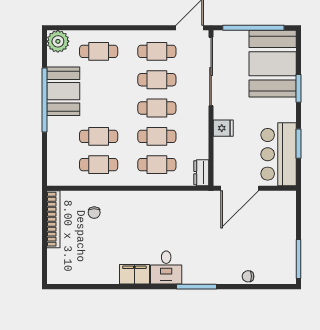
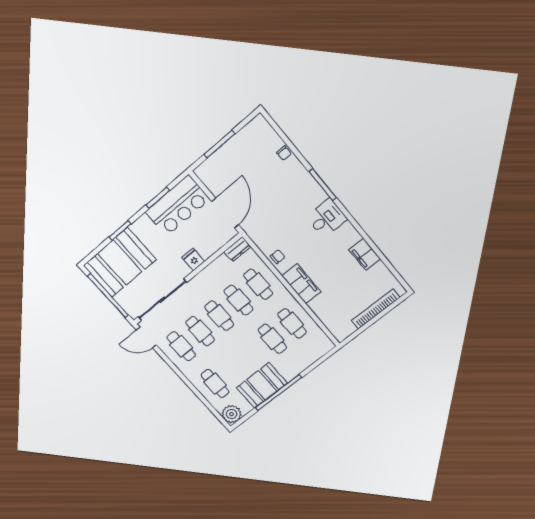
door: (240, 188) -> (225, 213), hinge flipped
filing cabinet: (127, 201) -> (301, 284), added
chair: (94, 213) -> (278, 257), moved
bookcase: (53, 219) -> (376, 309), moved
window: (298, 259) -> (219, 144), moved
filing cabinet: (134, 274) -> (365, 254), moved

